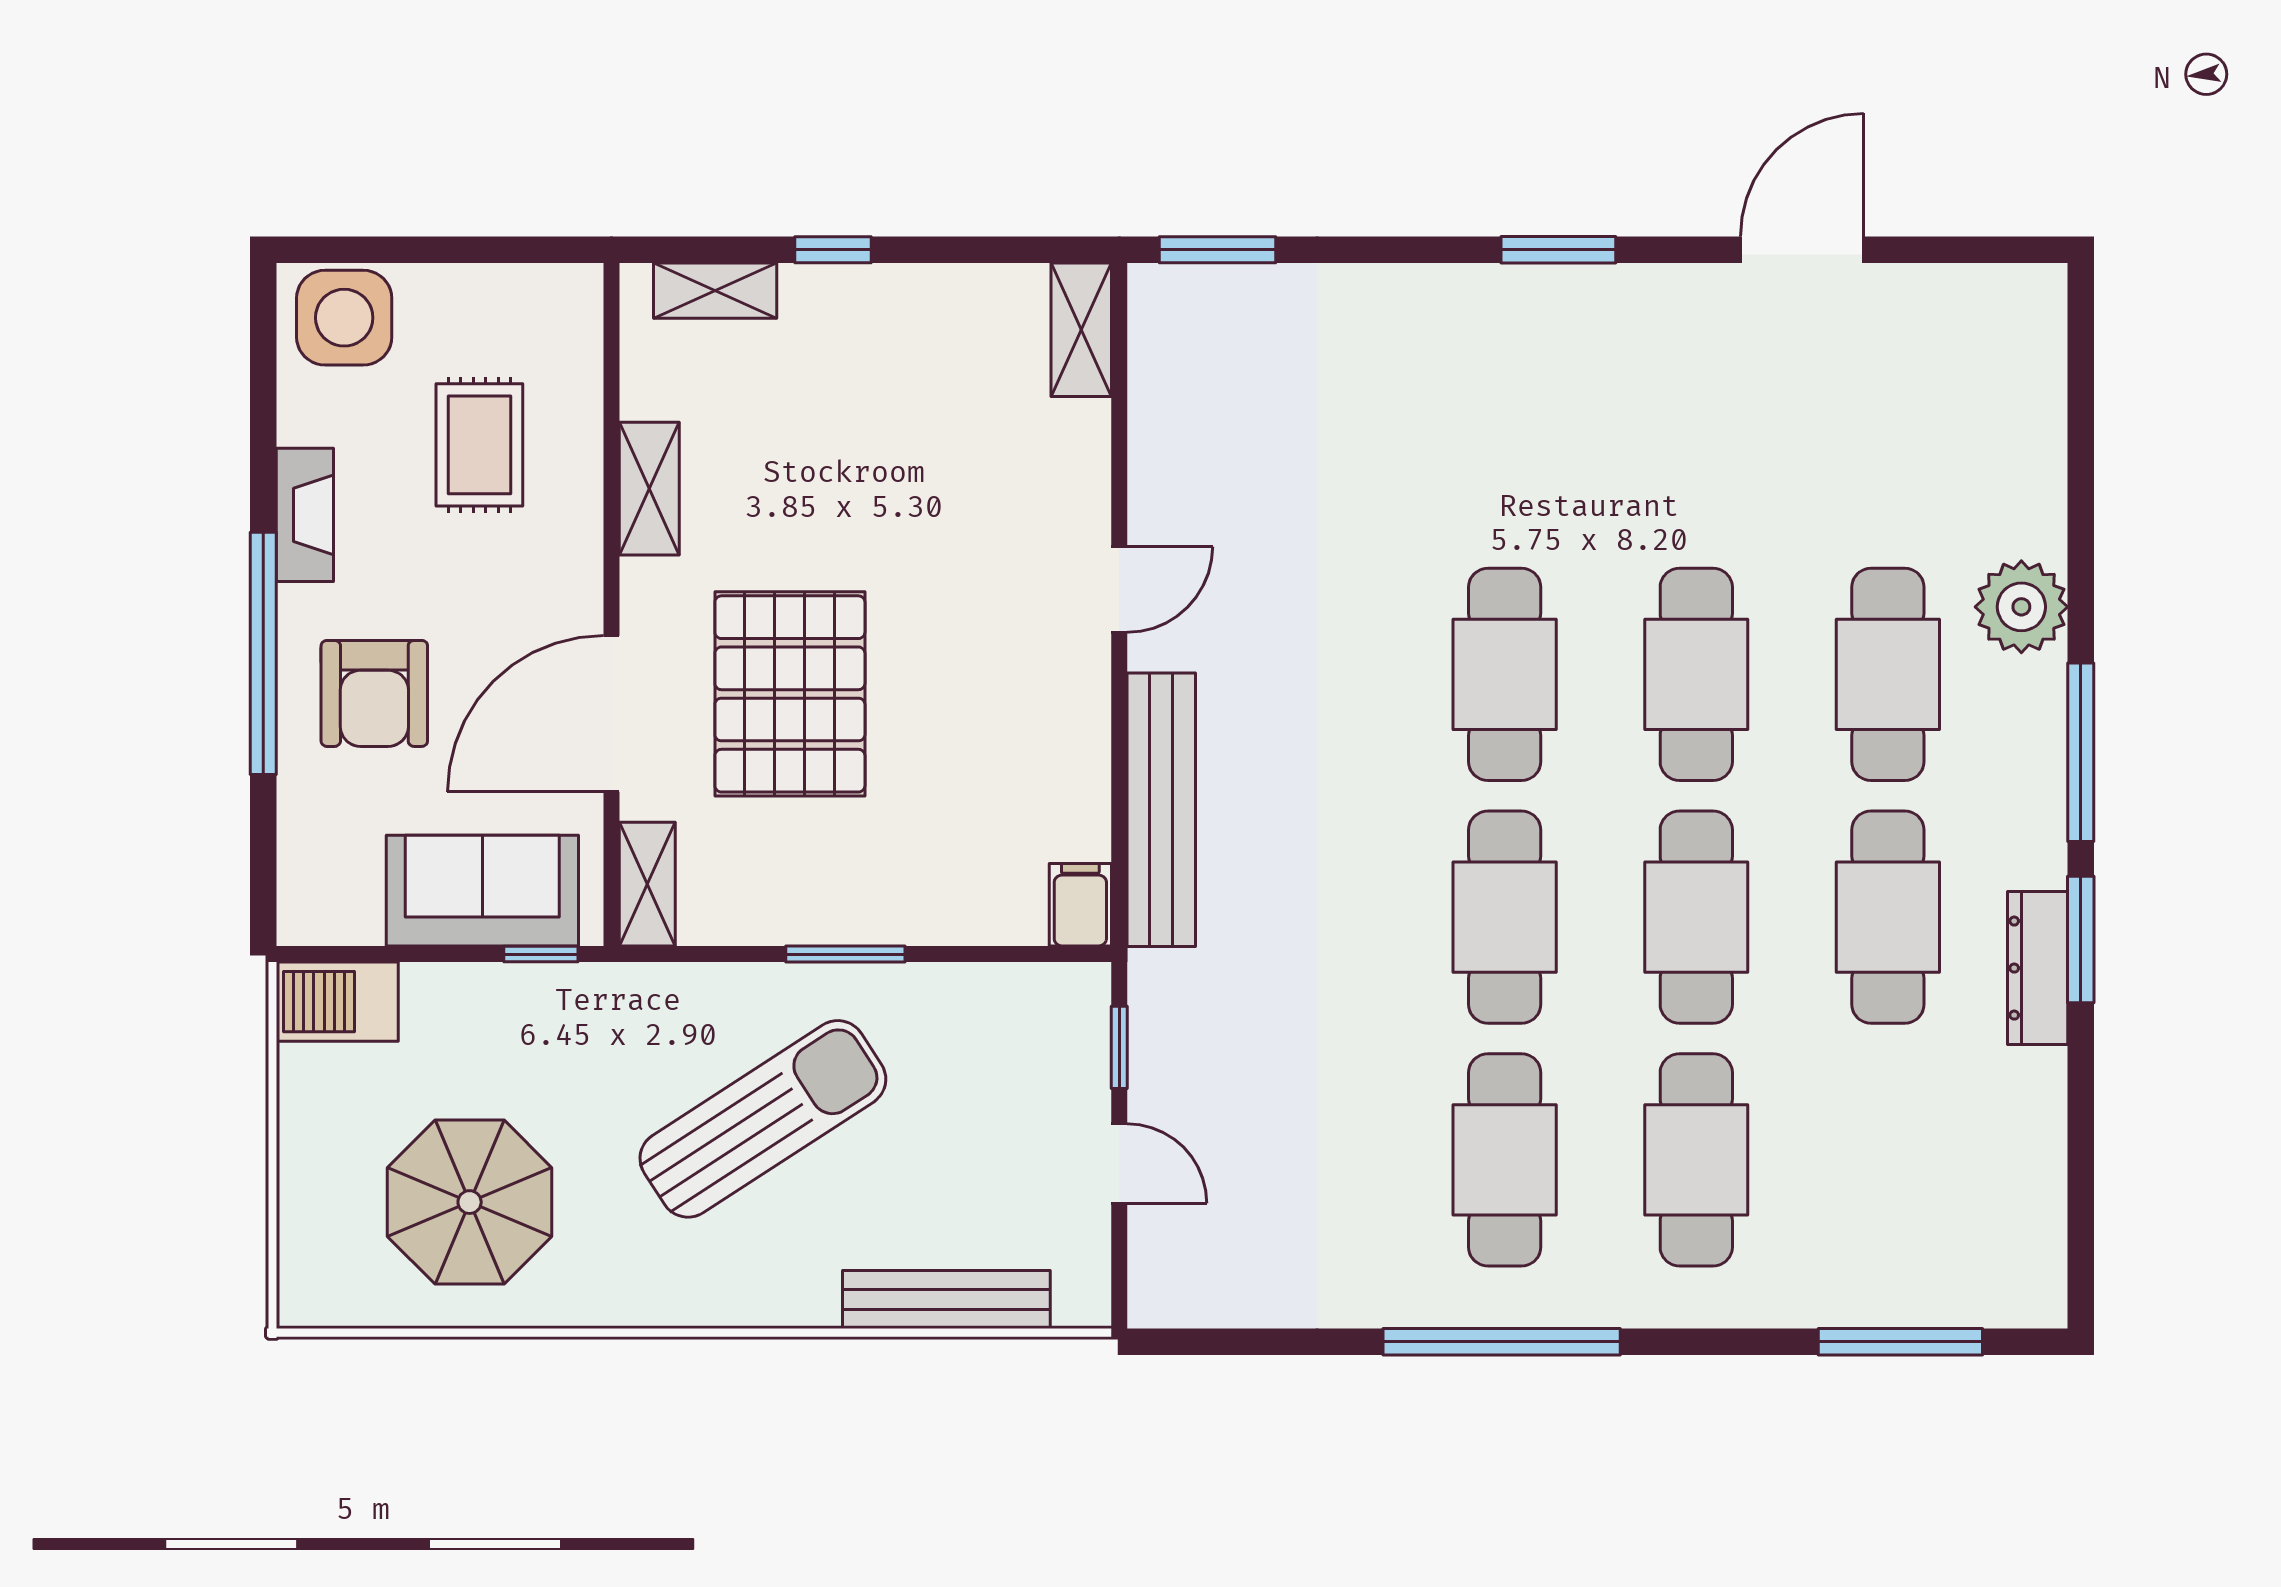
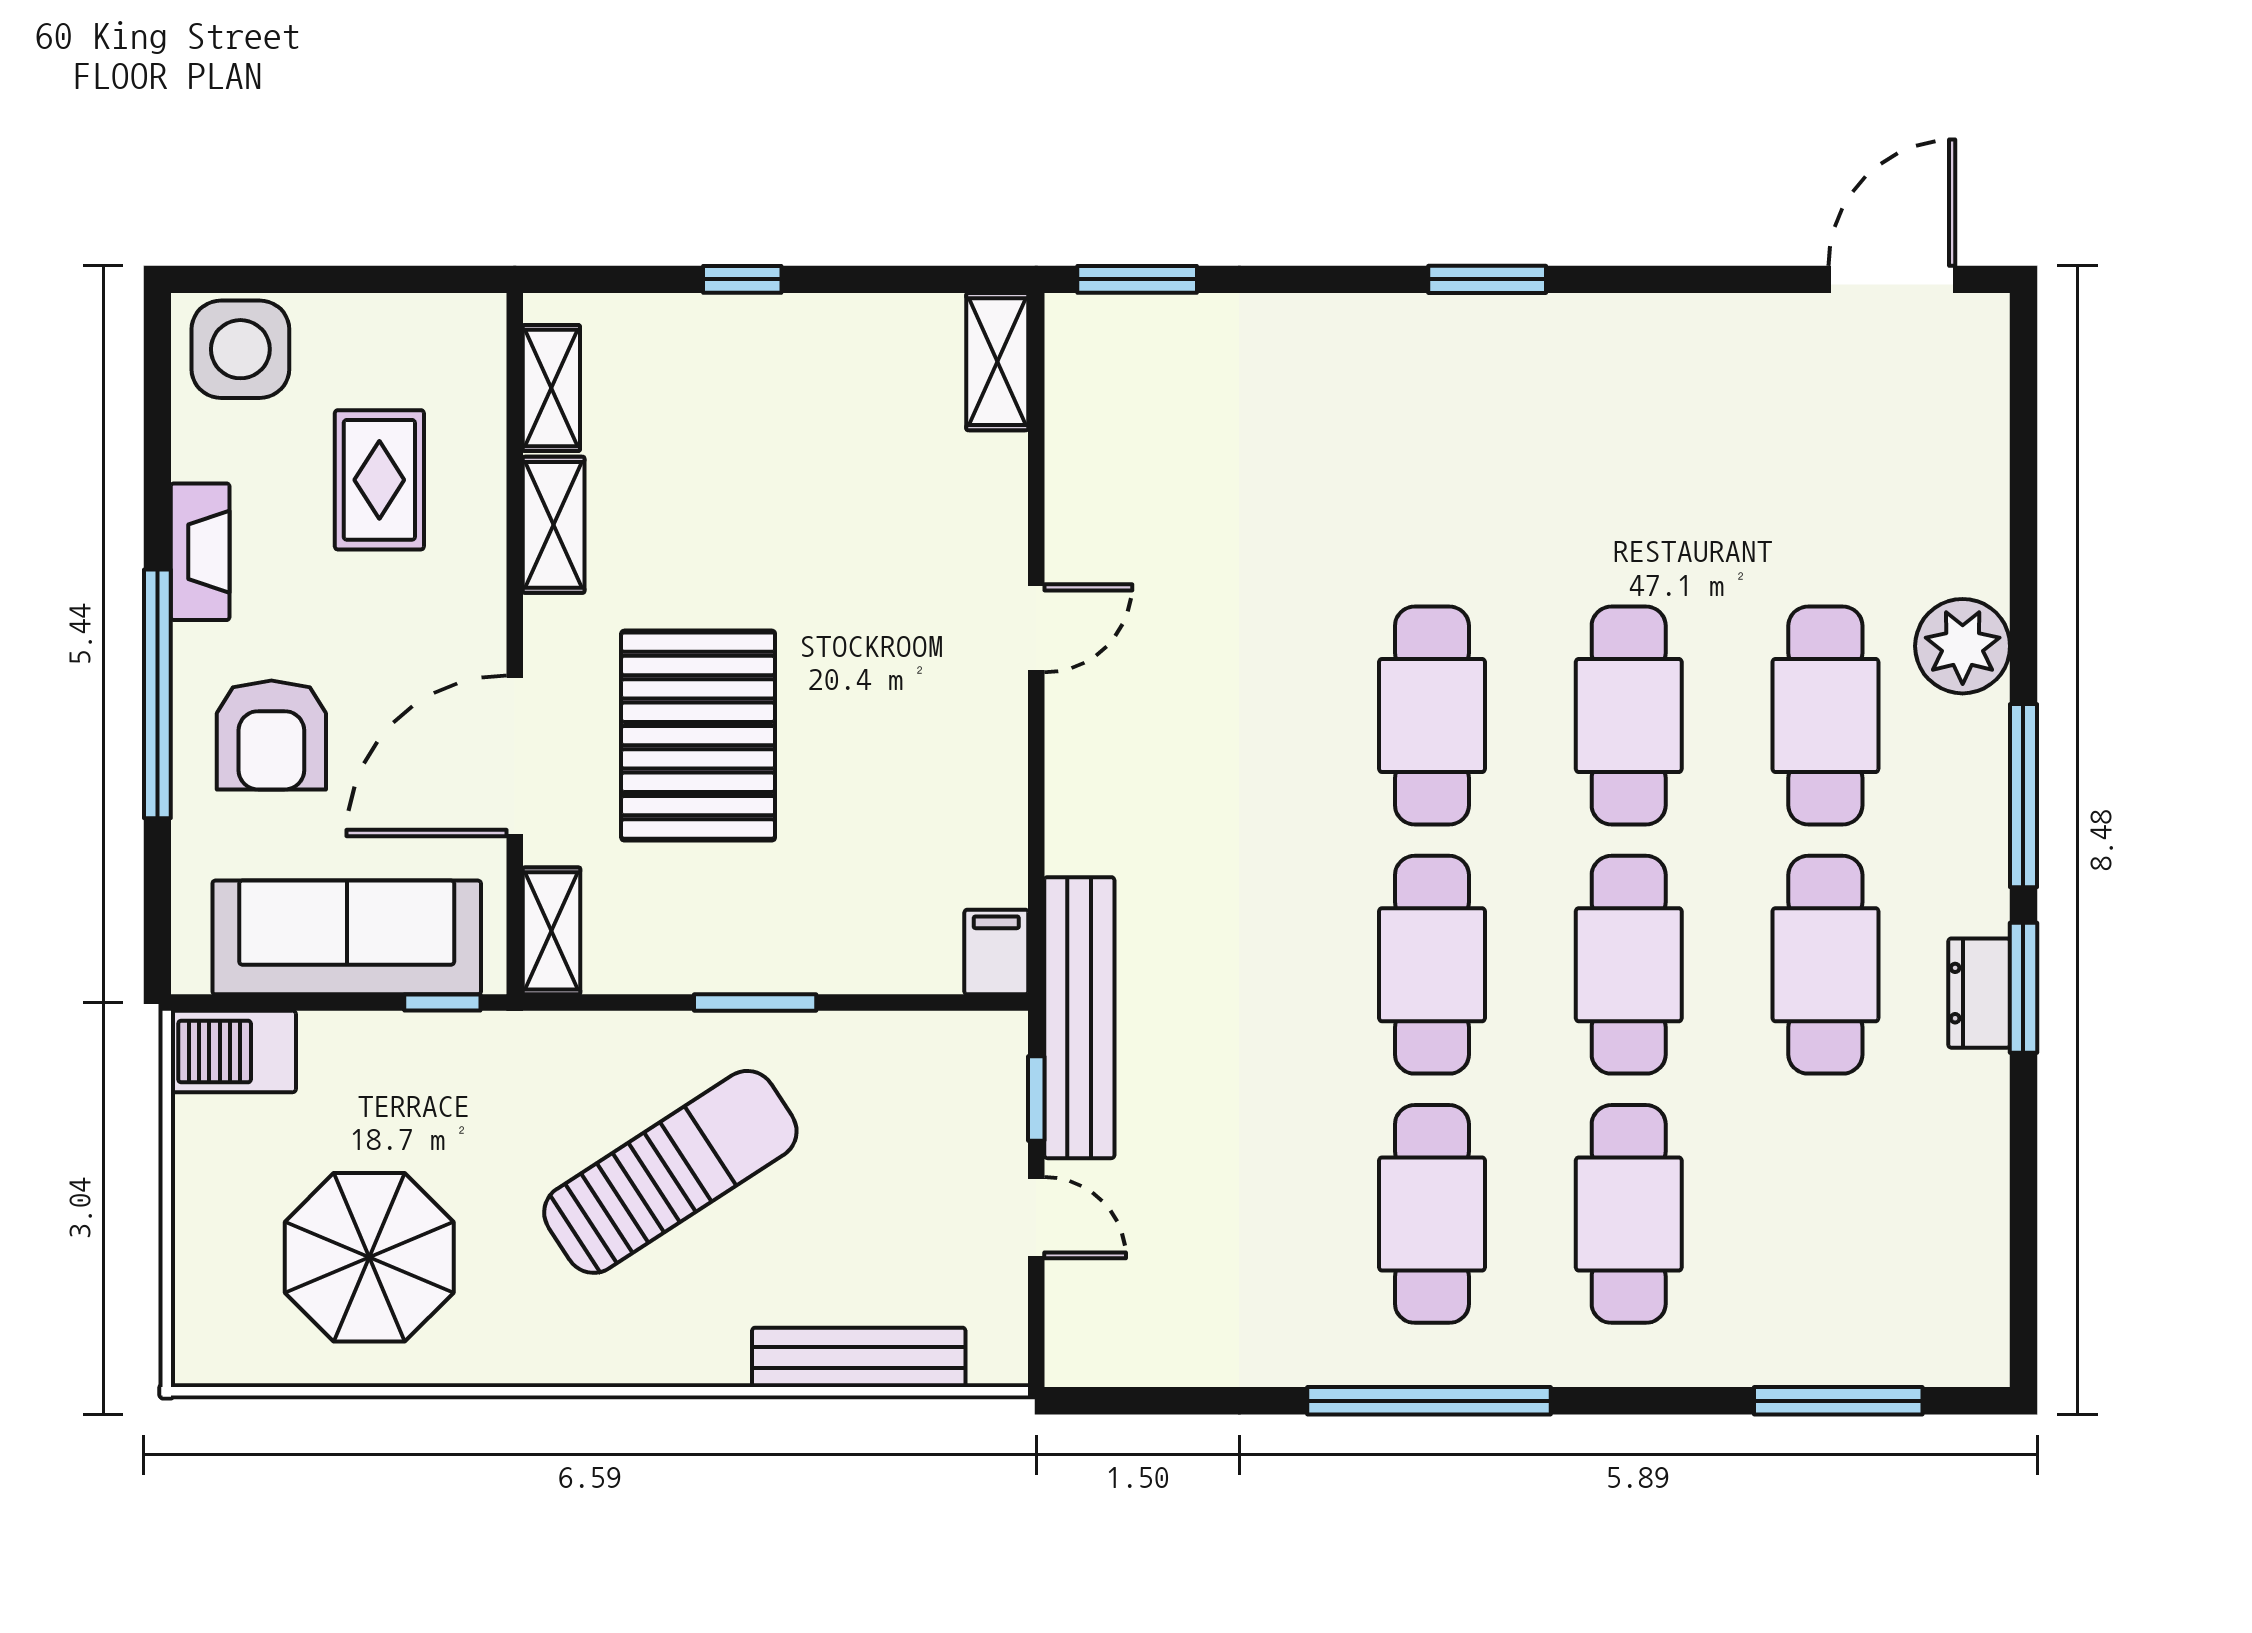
door: (1802, 250) -> (1892, 279), moved
shelving: (715, 291) -> (551, 388), moved, turned 90
bench: (1161, 810) -> (1079, 1018), moved
sofa: (482, 891) -> (347, 937), width x1.36
dresser: (2038, 968) -> (1979, 993), width x0.70

